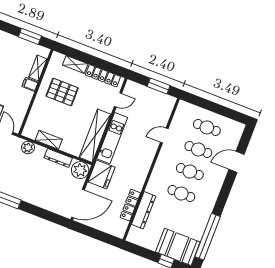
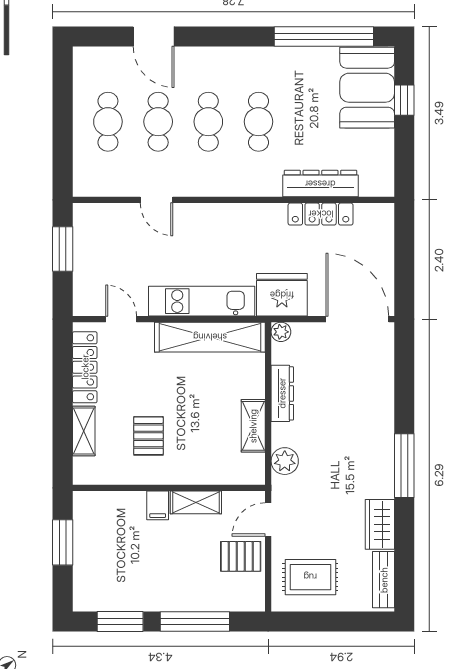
shelving: (38, 68) -> (196, 502), moved
pallet: (62, 92) -> (148, 436), width x0.67, depth x0.71
plant: (80, 170) -> (281, 332), width x0.53, depth x0.53

